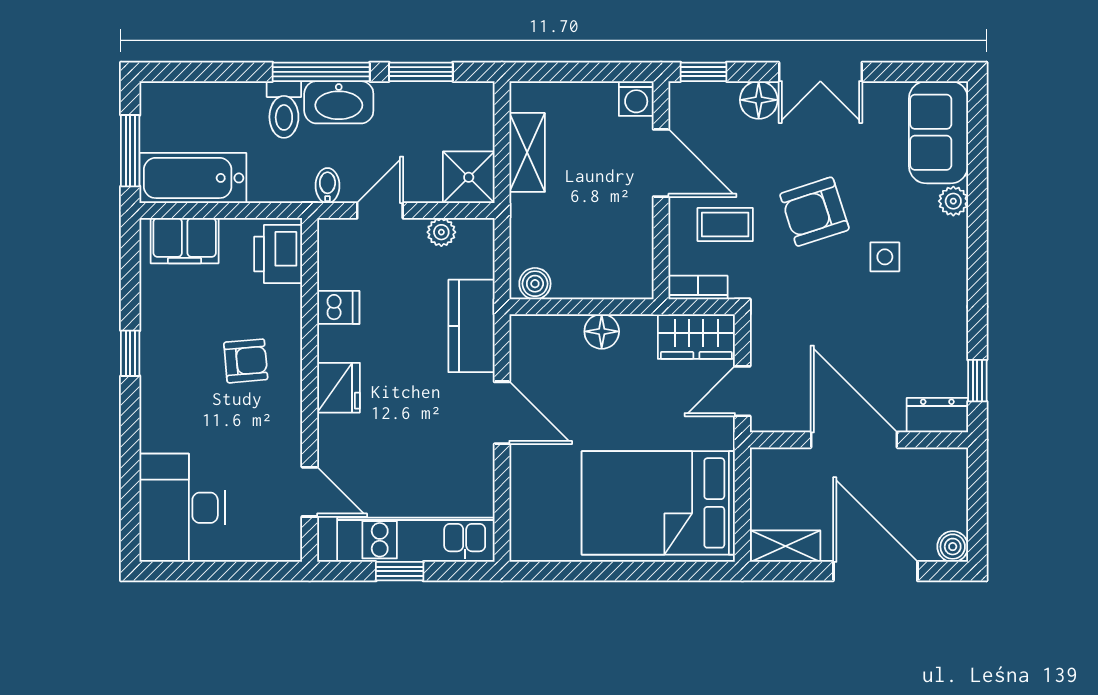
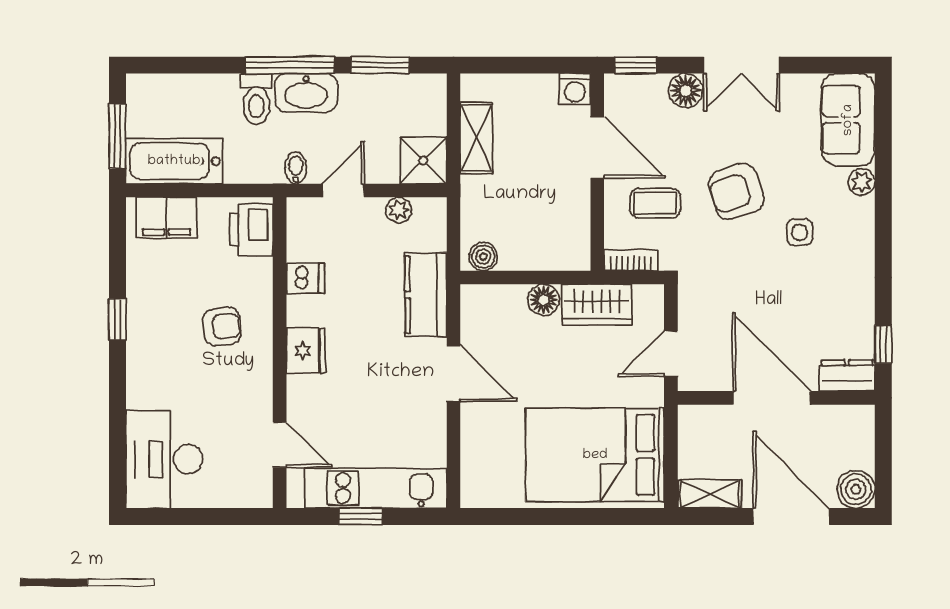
wardrobe: (696, 337) -> (597, 304), moved
boiler: (953, 547) -> (856, 489), width x1.36, depth x1.36

